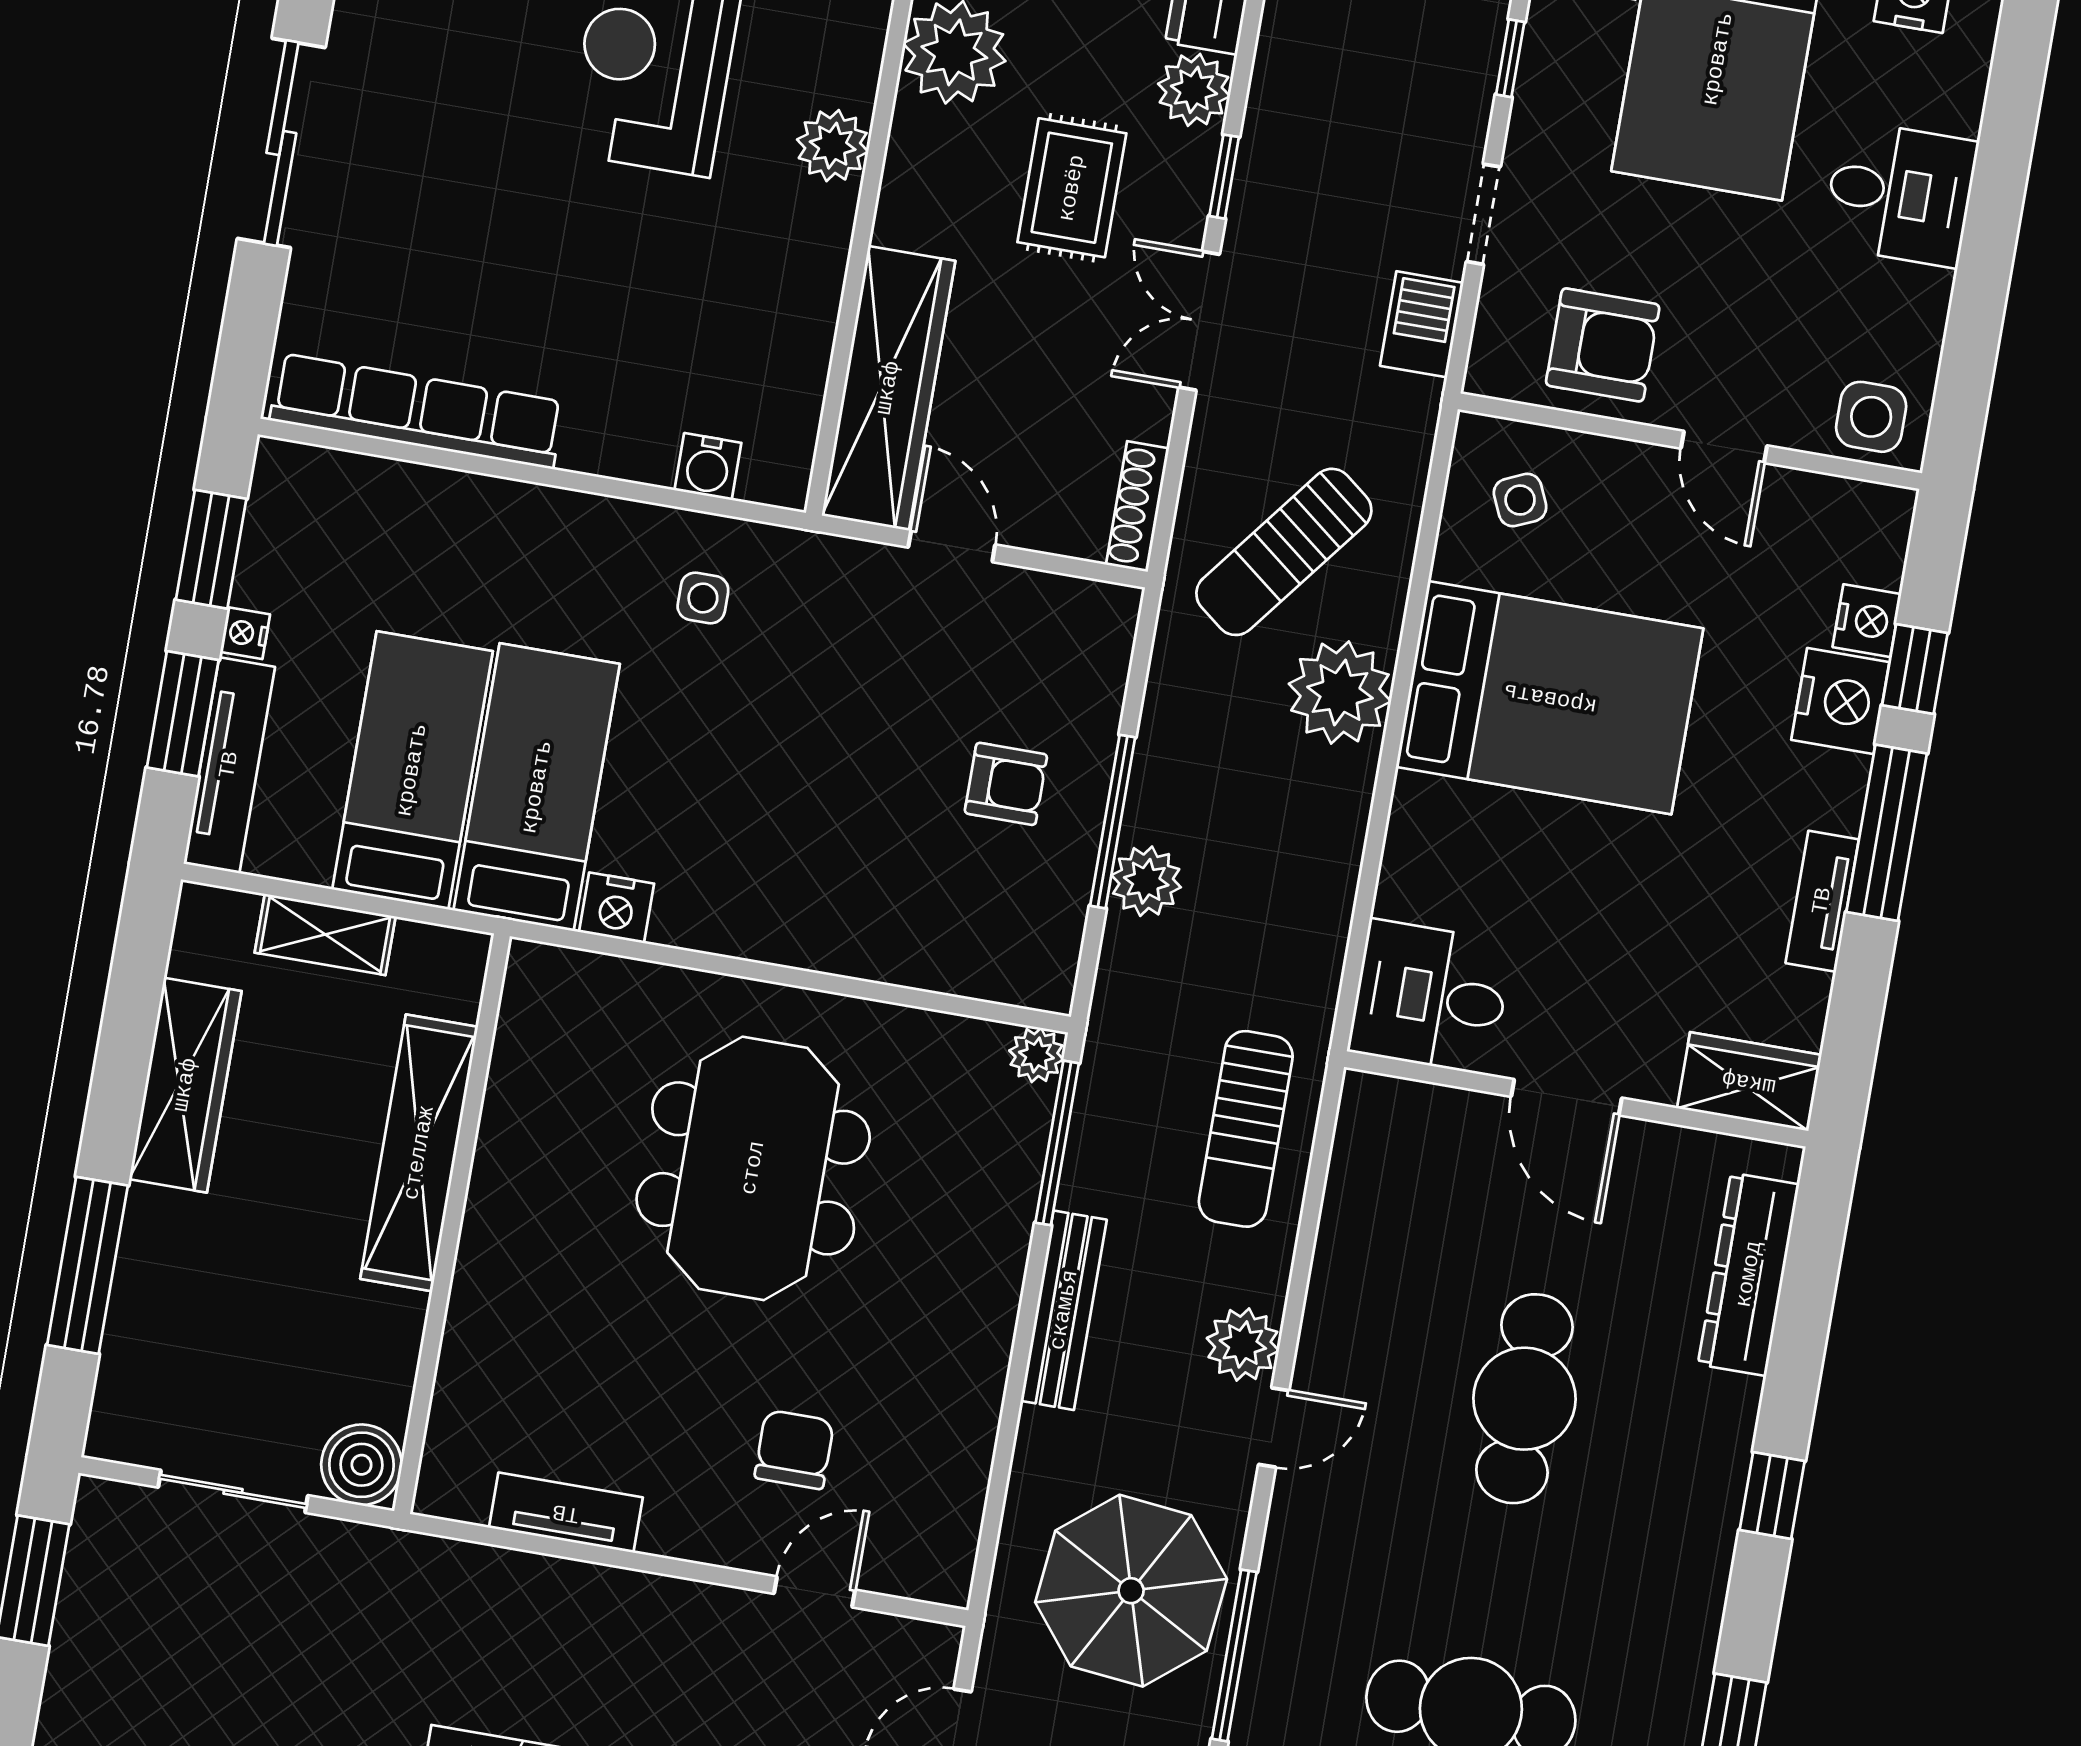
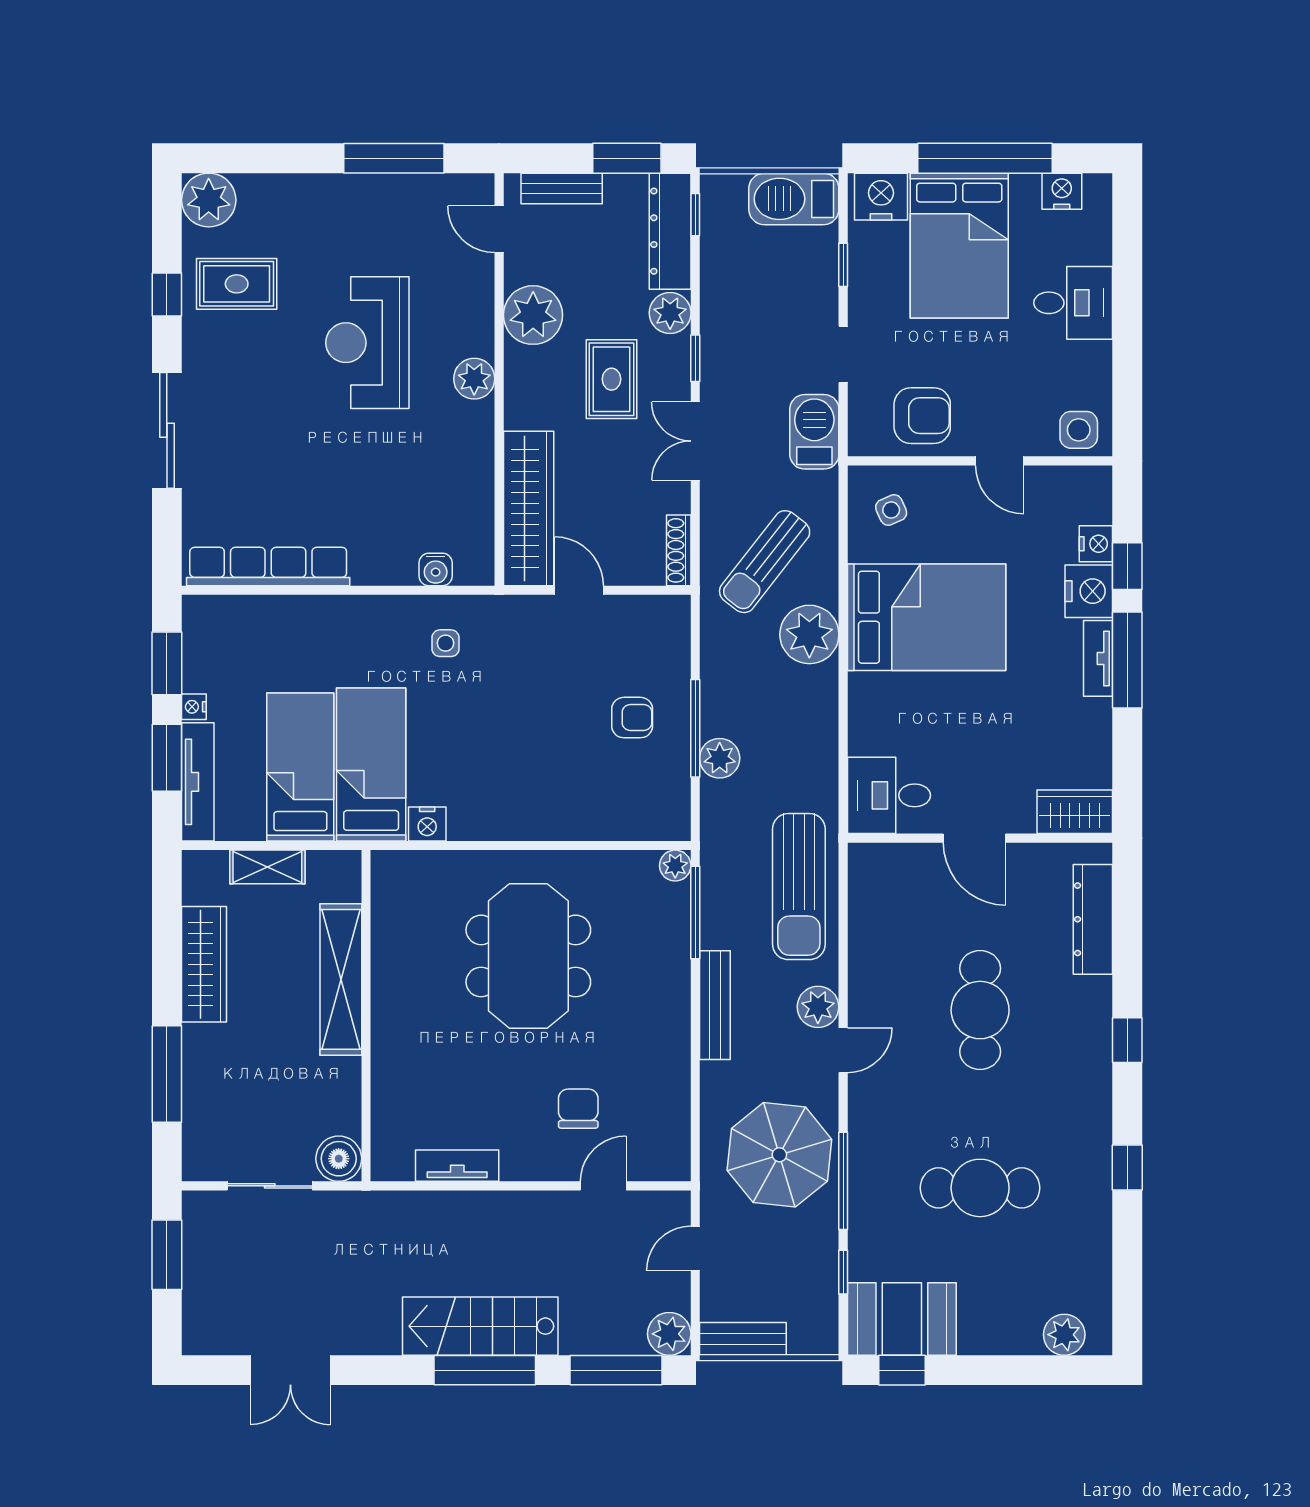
barbecue: (1422, 324) -> (814, 432), width x1.38, depth x1.27
tv unit: (1822, 901) -> (1098, 658), moved
sun lounger: (1246, 1129) -> (799, 887), width x1.36, depth x1.34

